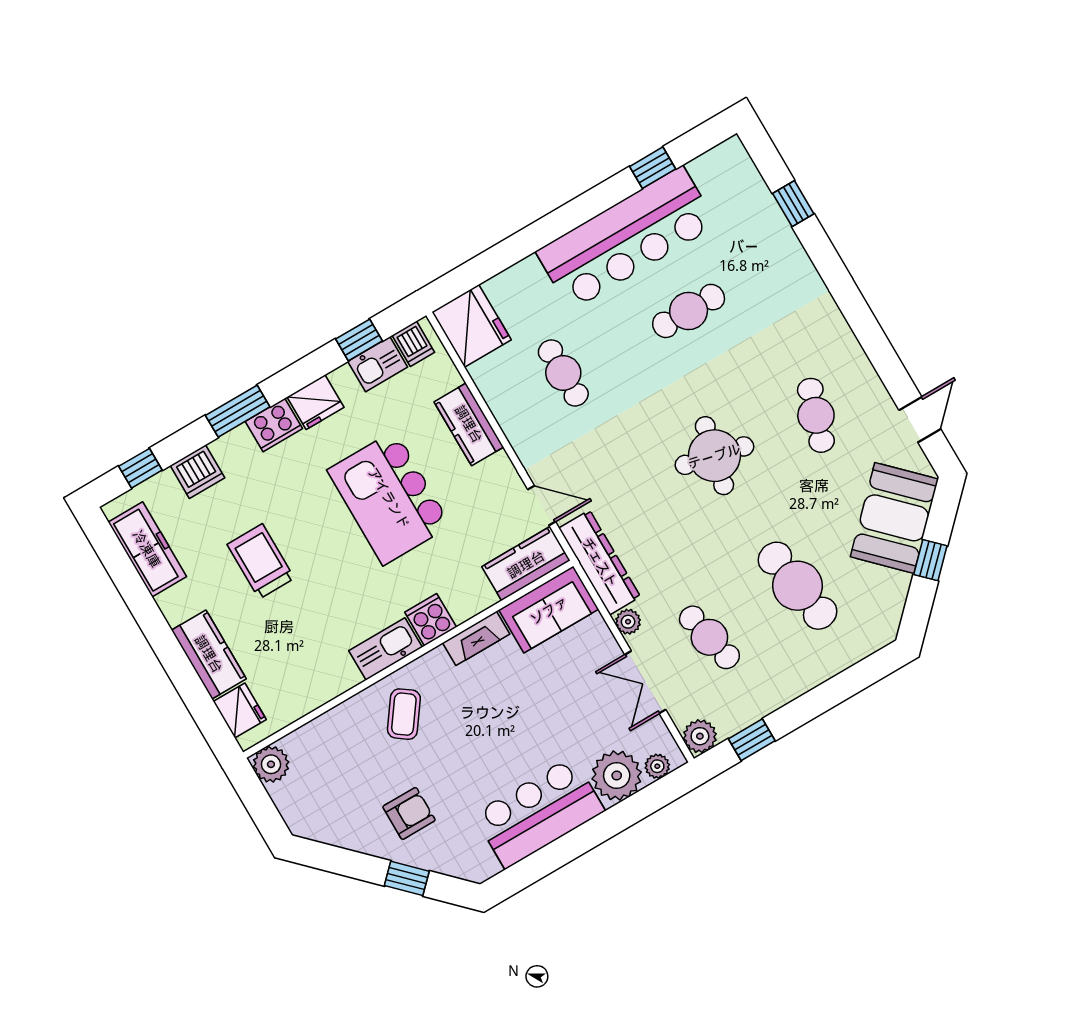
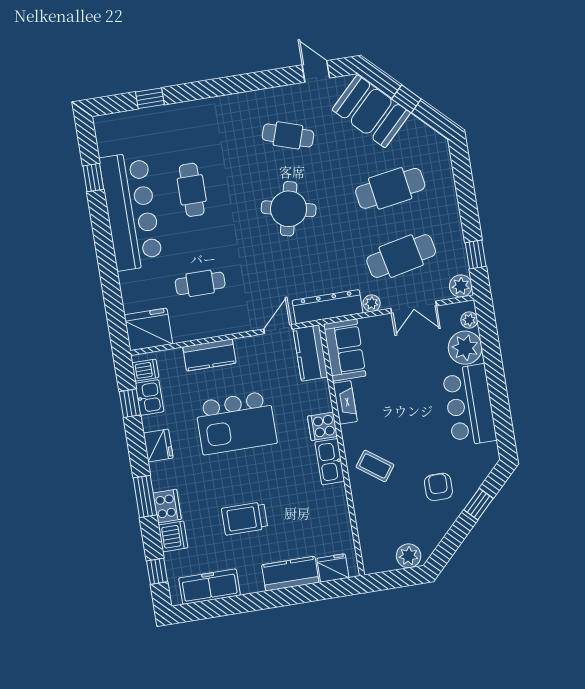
cooker: (274, 425) -> (167, 506), moved
cafe table: (709, 637) -> (401, 256), width x1.37, depth x1.35
plant: (271, 764) -> (409, 556), moved

